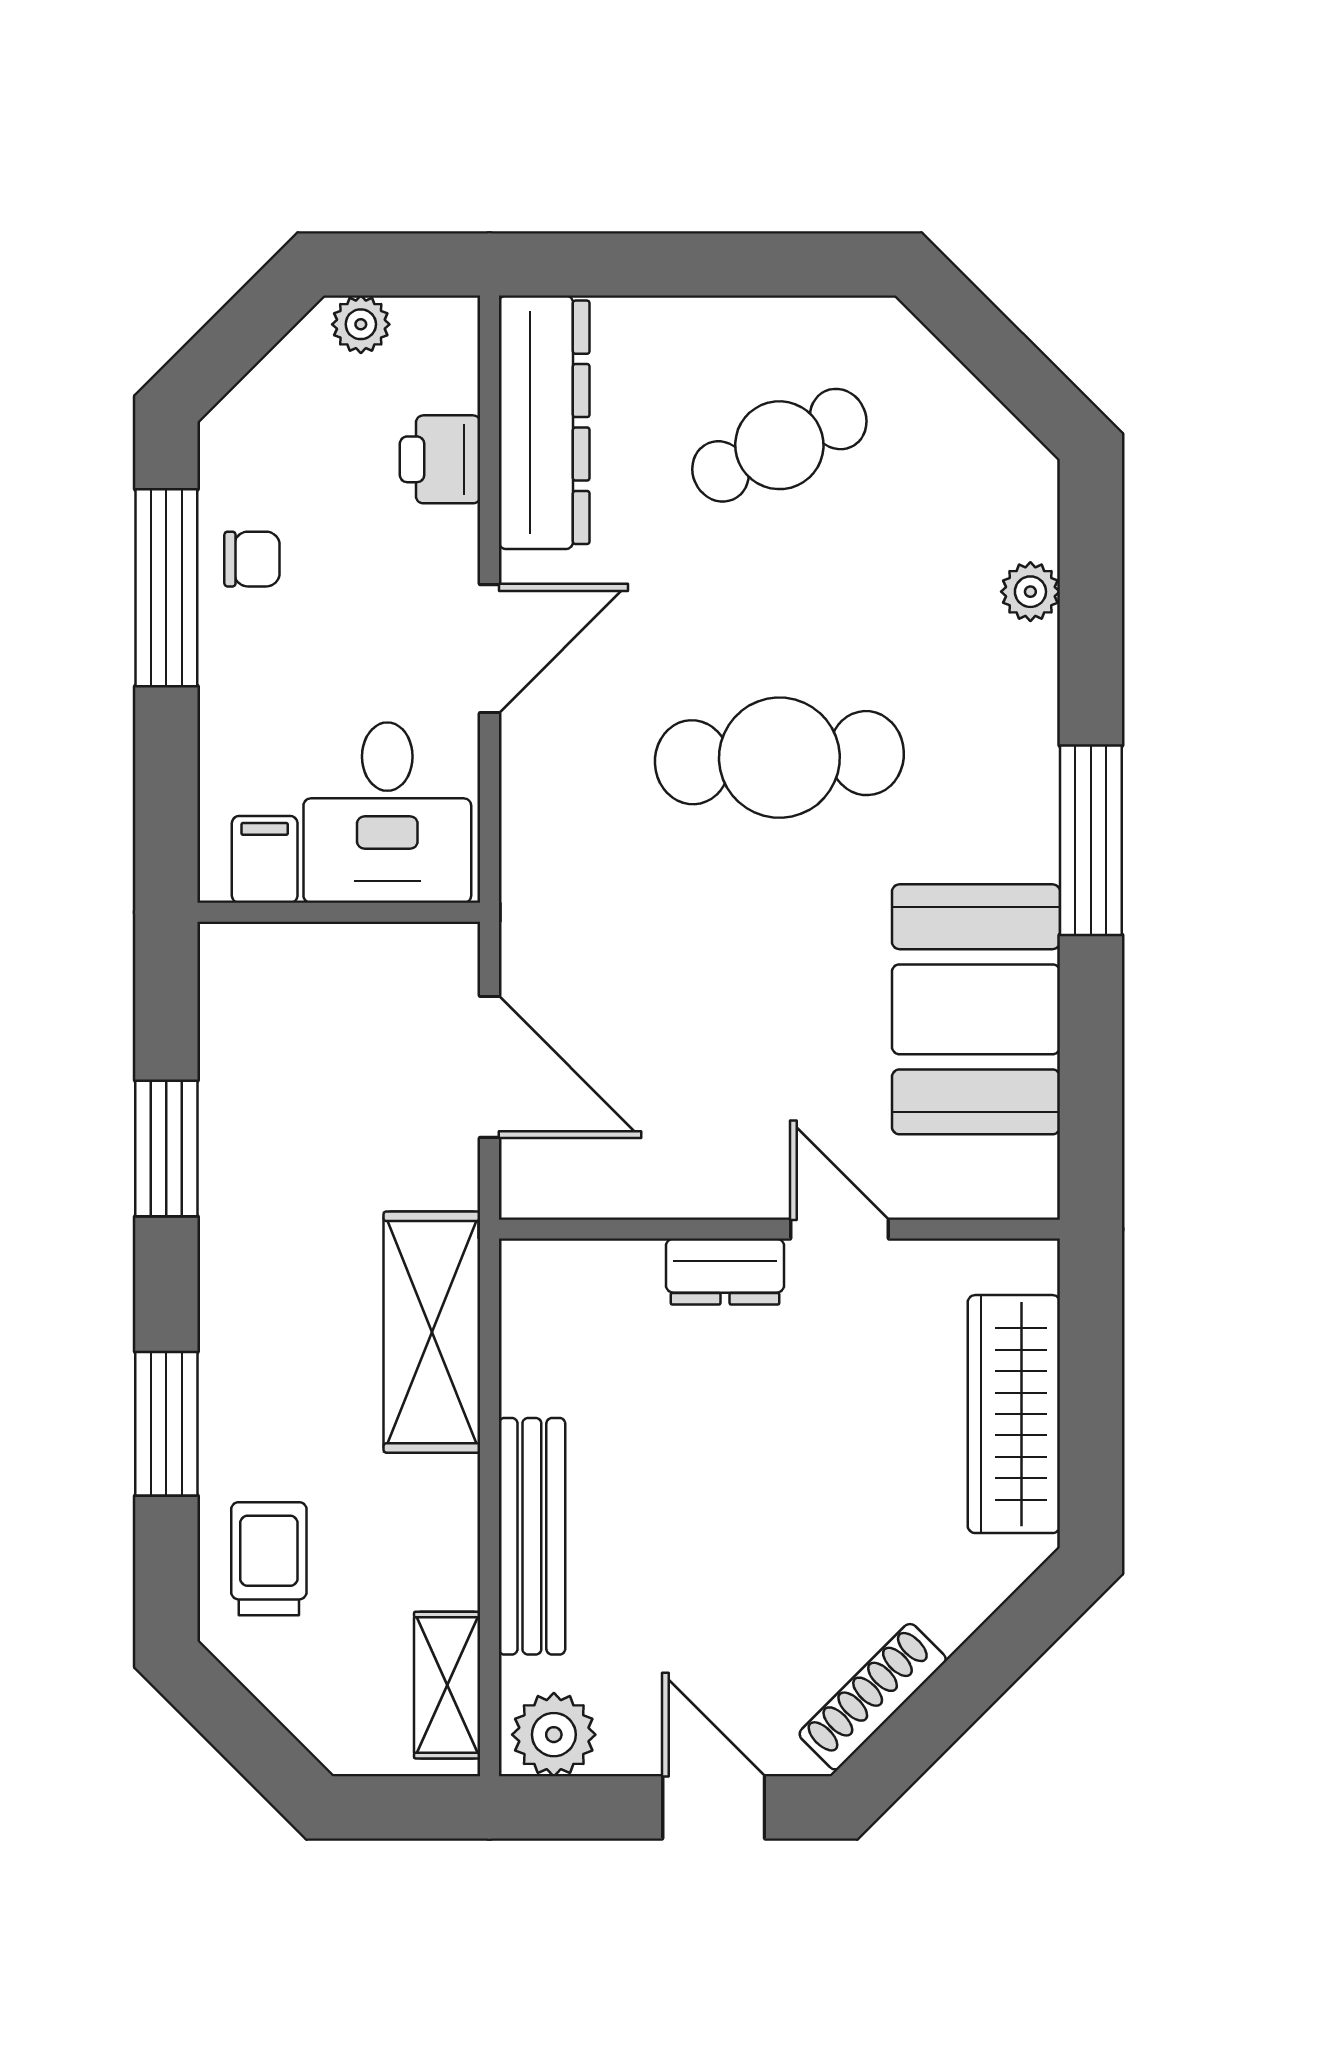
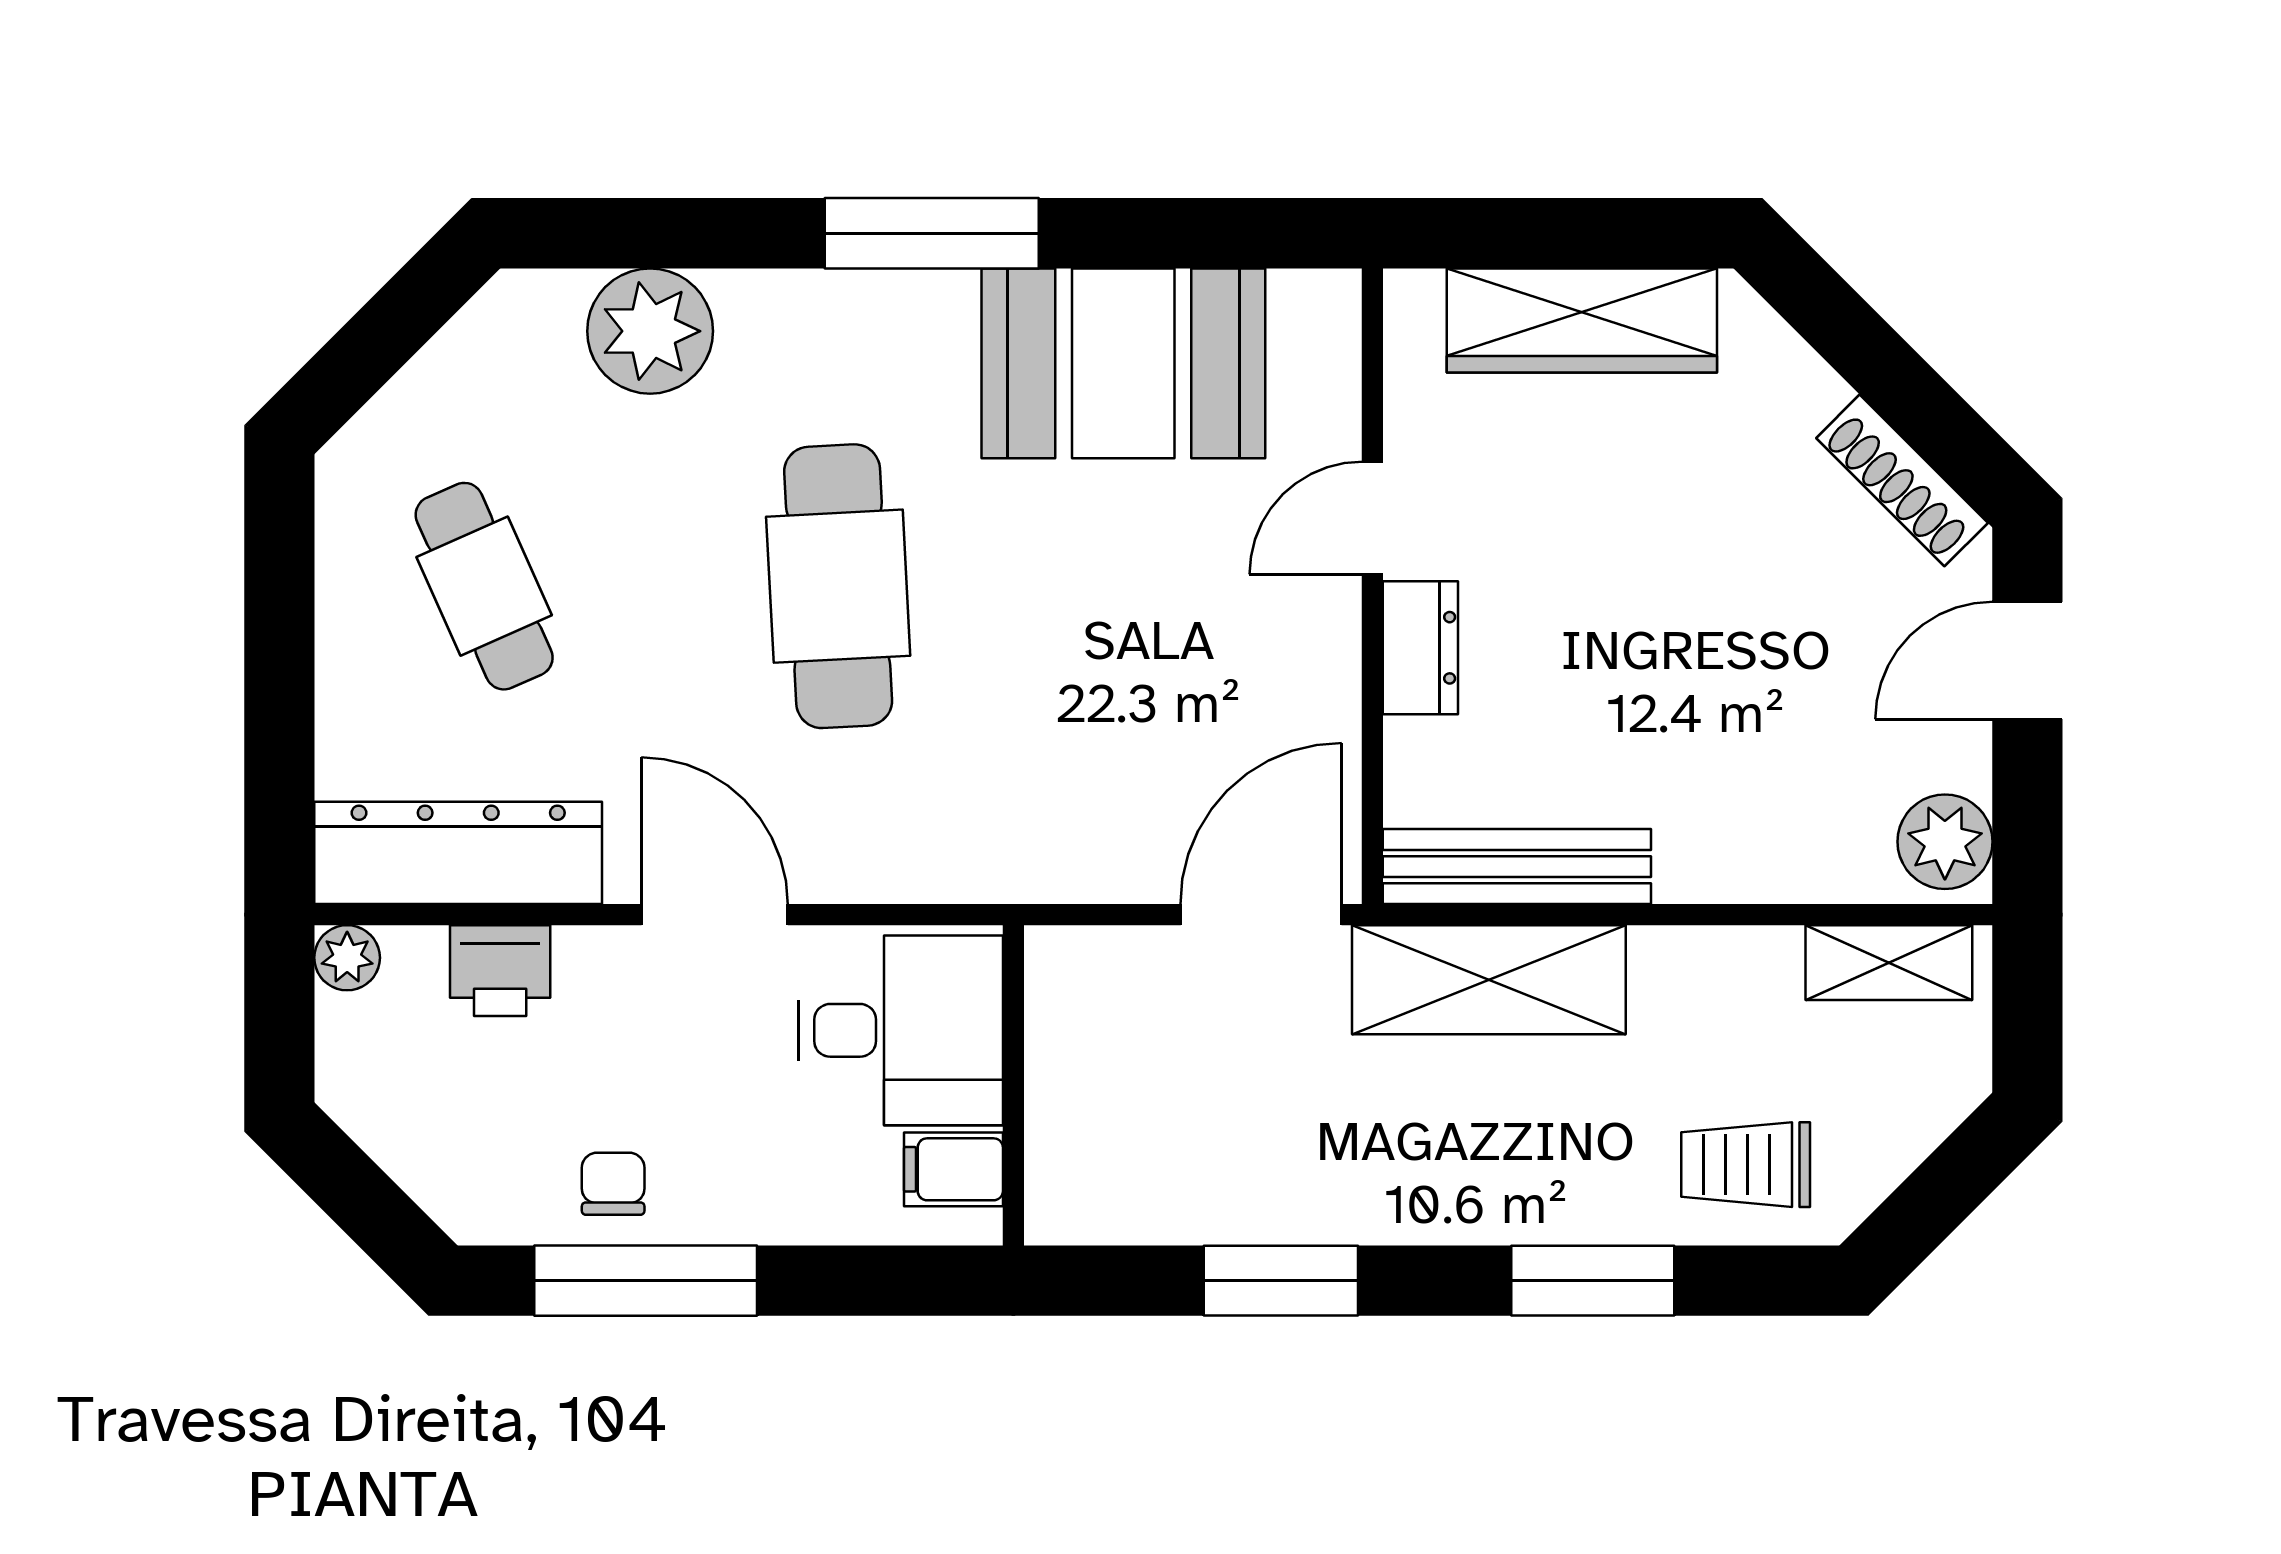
plant: (361, 324) -> (347, 958), moved
plant: (1030, 592) -> (650, 331), width x1.88, depth x1.88
door: (490, 1067) -> (1261, 915), moved
bench: (532, 1536) -> (1517, 867), moved

